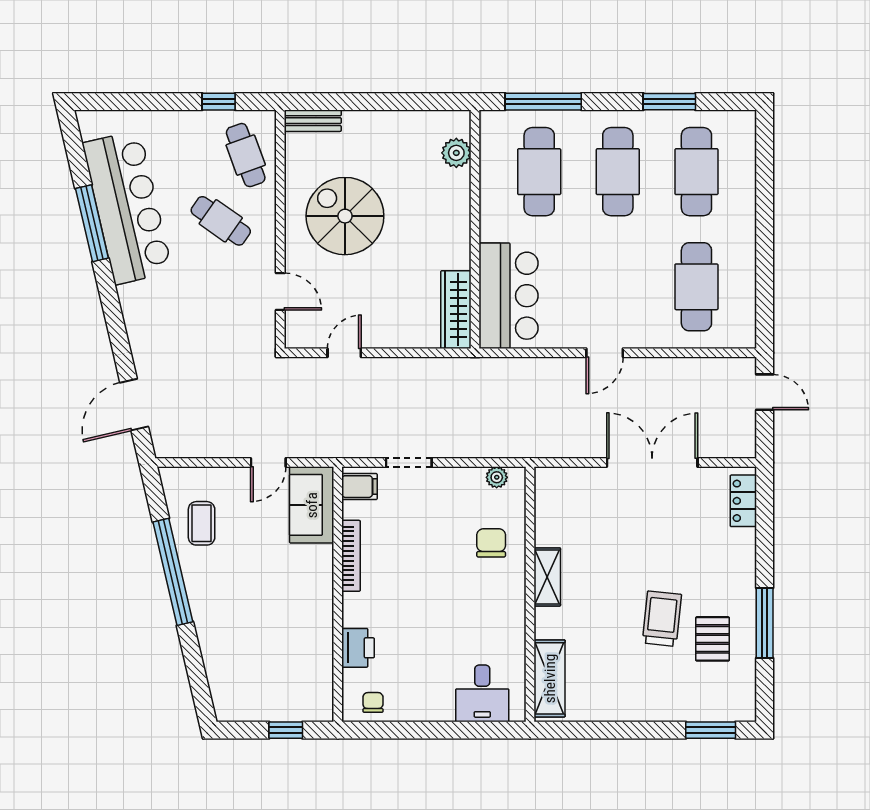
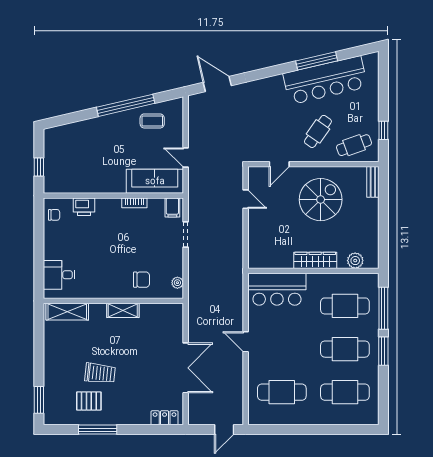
window: (669, 102) -> (383, 351), moved
wardrobe: (456, 310) -> (315, 260), moved
sofa: (312, 505) -> (155, 181), width x1.36
bookcase: (351, 556) -> (134, 203), width x0.64

